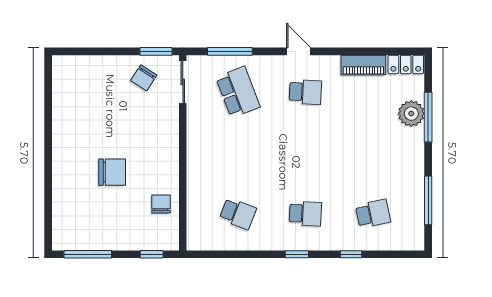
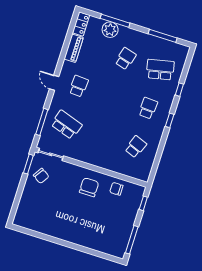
door: (299, 51) -> (54, 83), hinge flipped
school desk: (238, 92) -> (66, 125), turned 39
school desk: (373, 153) -> (126, 59), added
chair: (112, 172) -> (89, 187), moved
school desk: (373, 214) -> (160, 70), width x1.85

